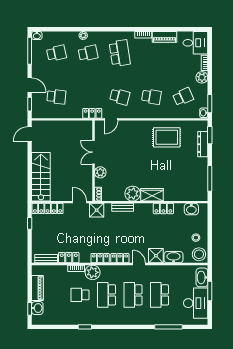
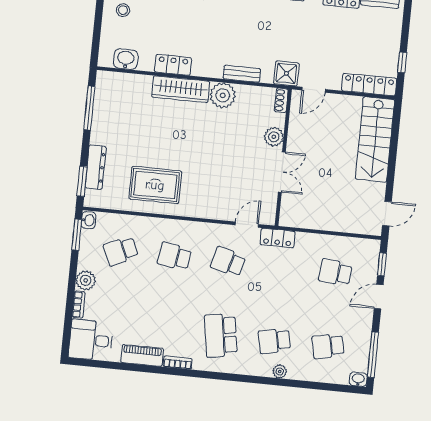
door: (30, 85) -> (379, 297), hinge flipped
wardrobe: (152, 195) -> (181, 89), width x1.50
door: (80, 202) -> (314, 90), hinge flipped

